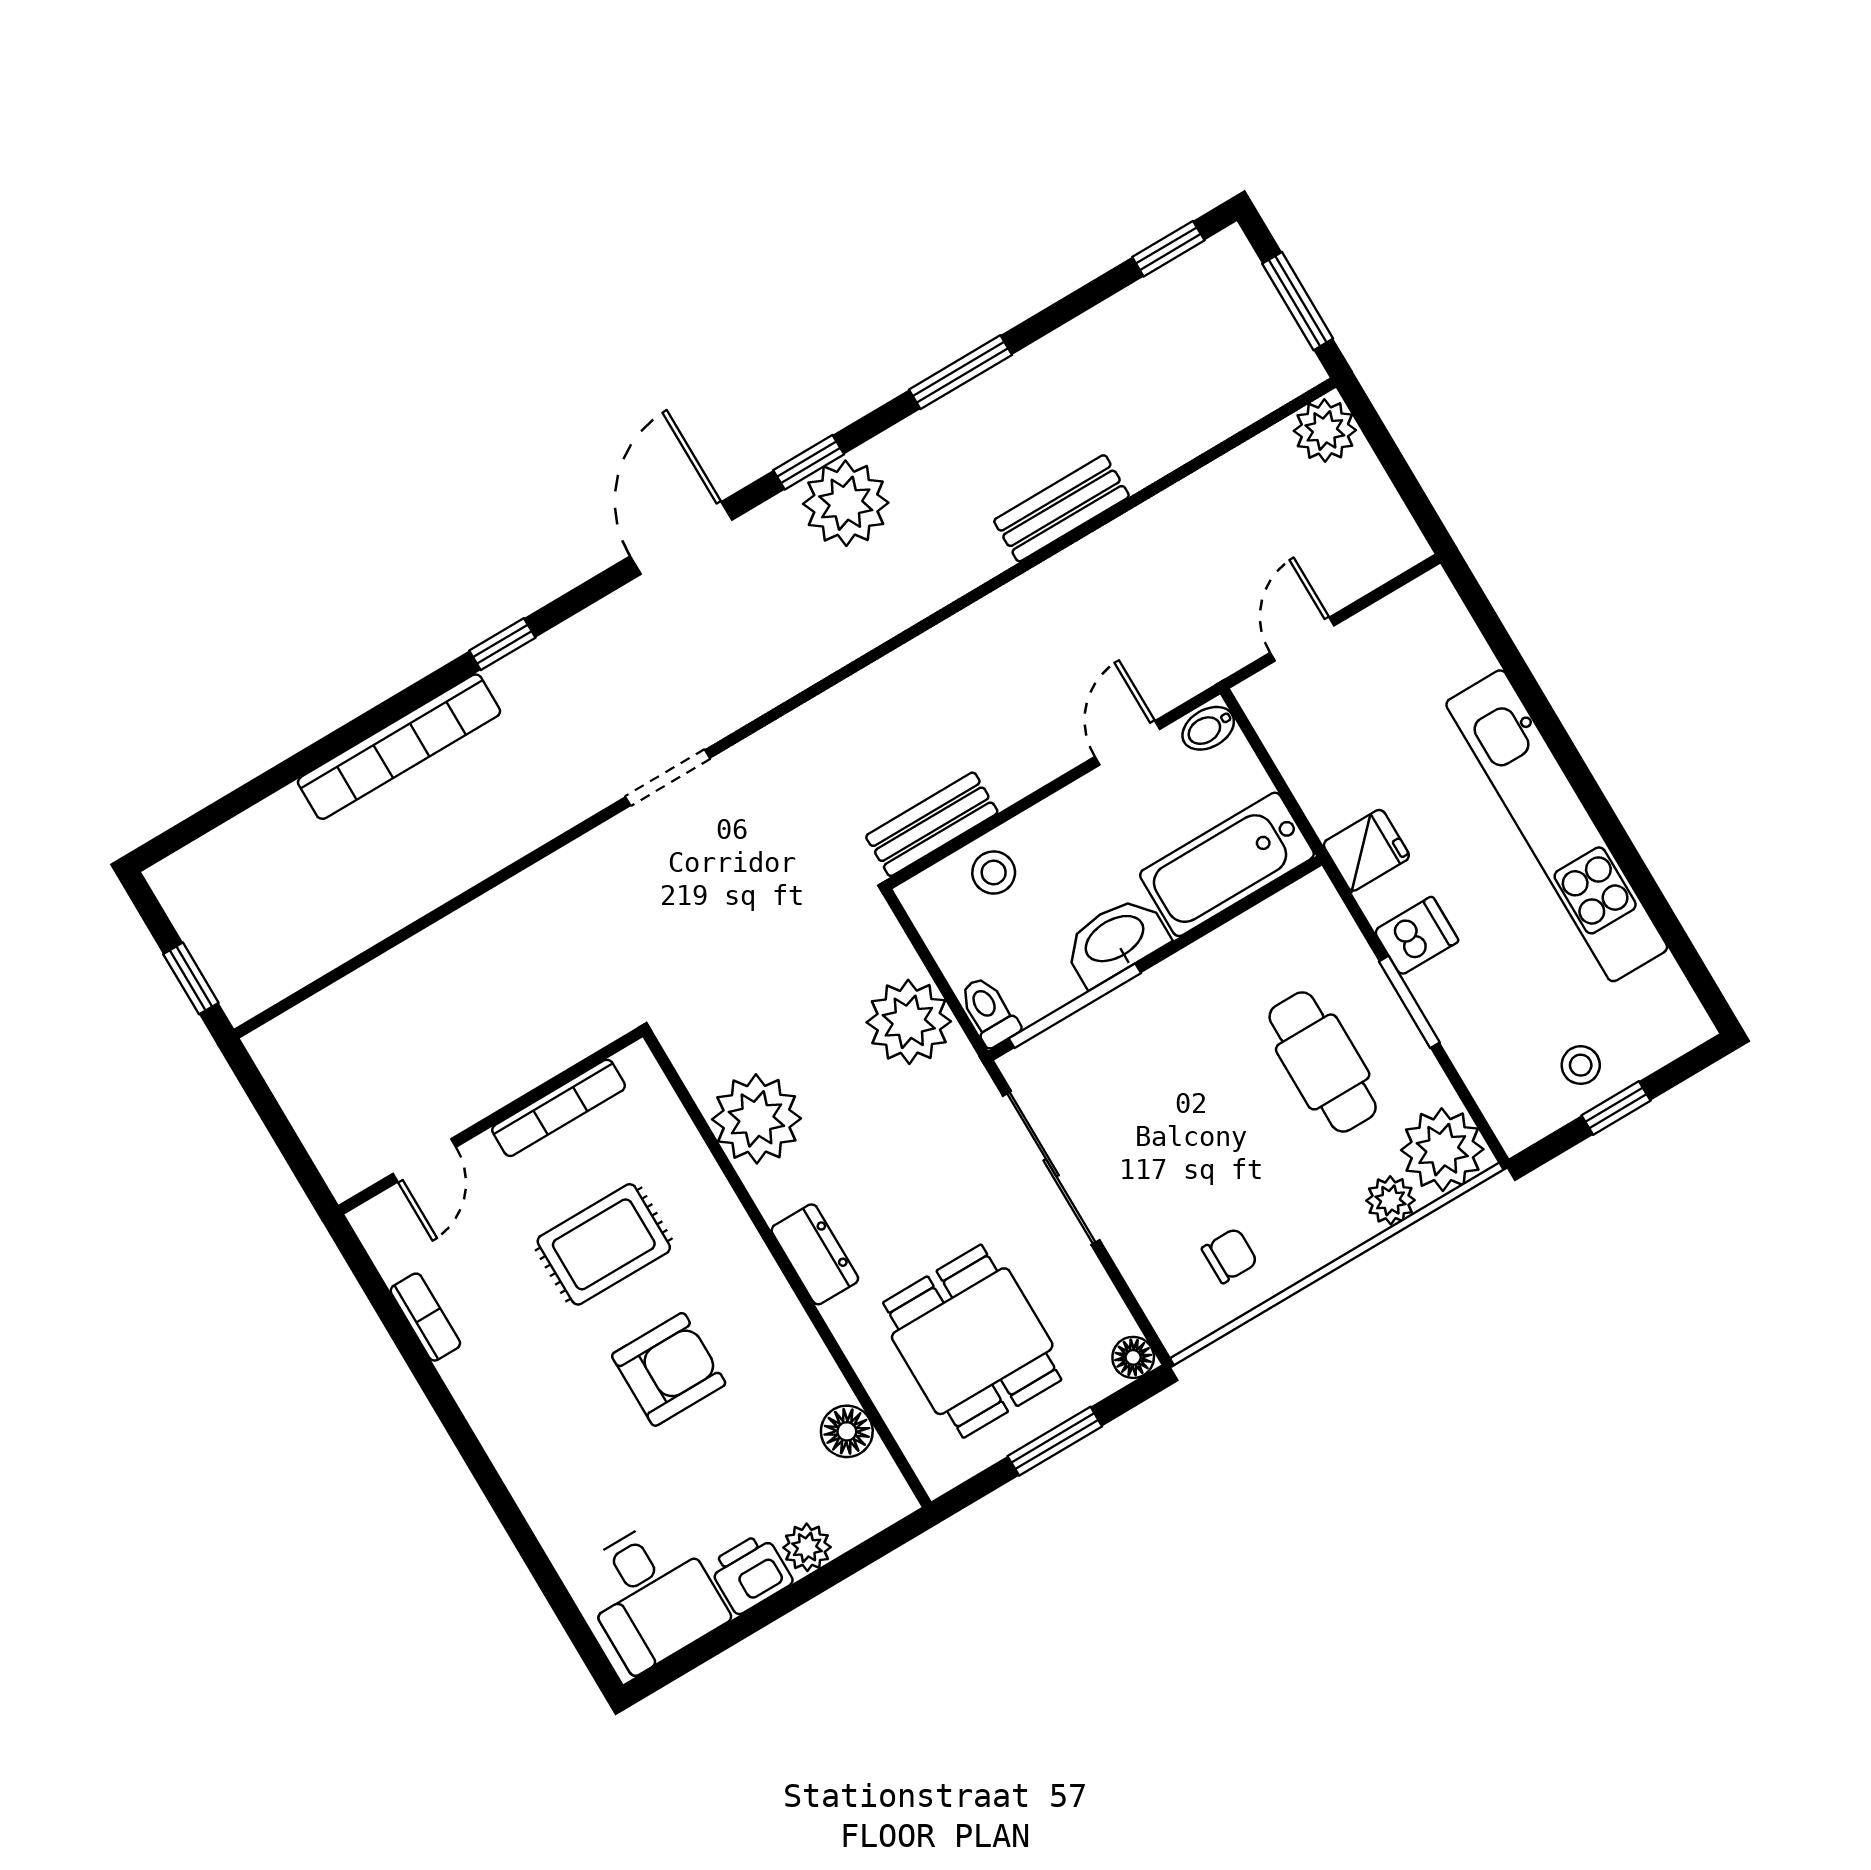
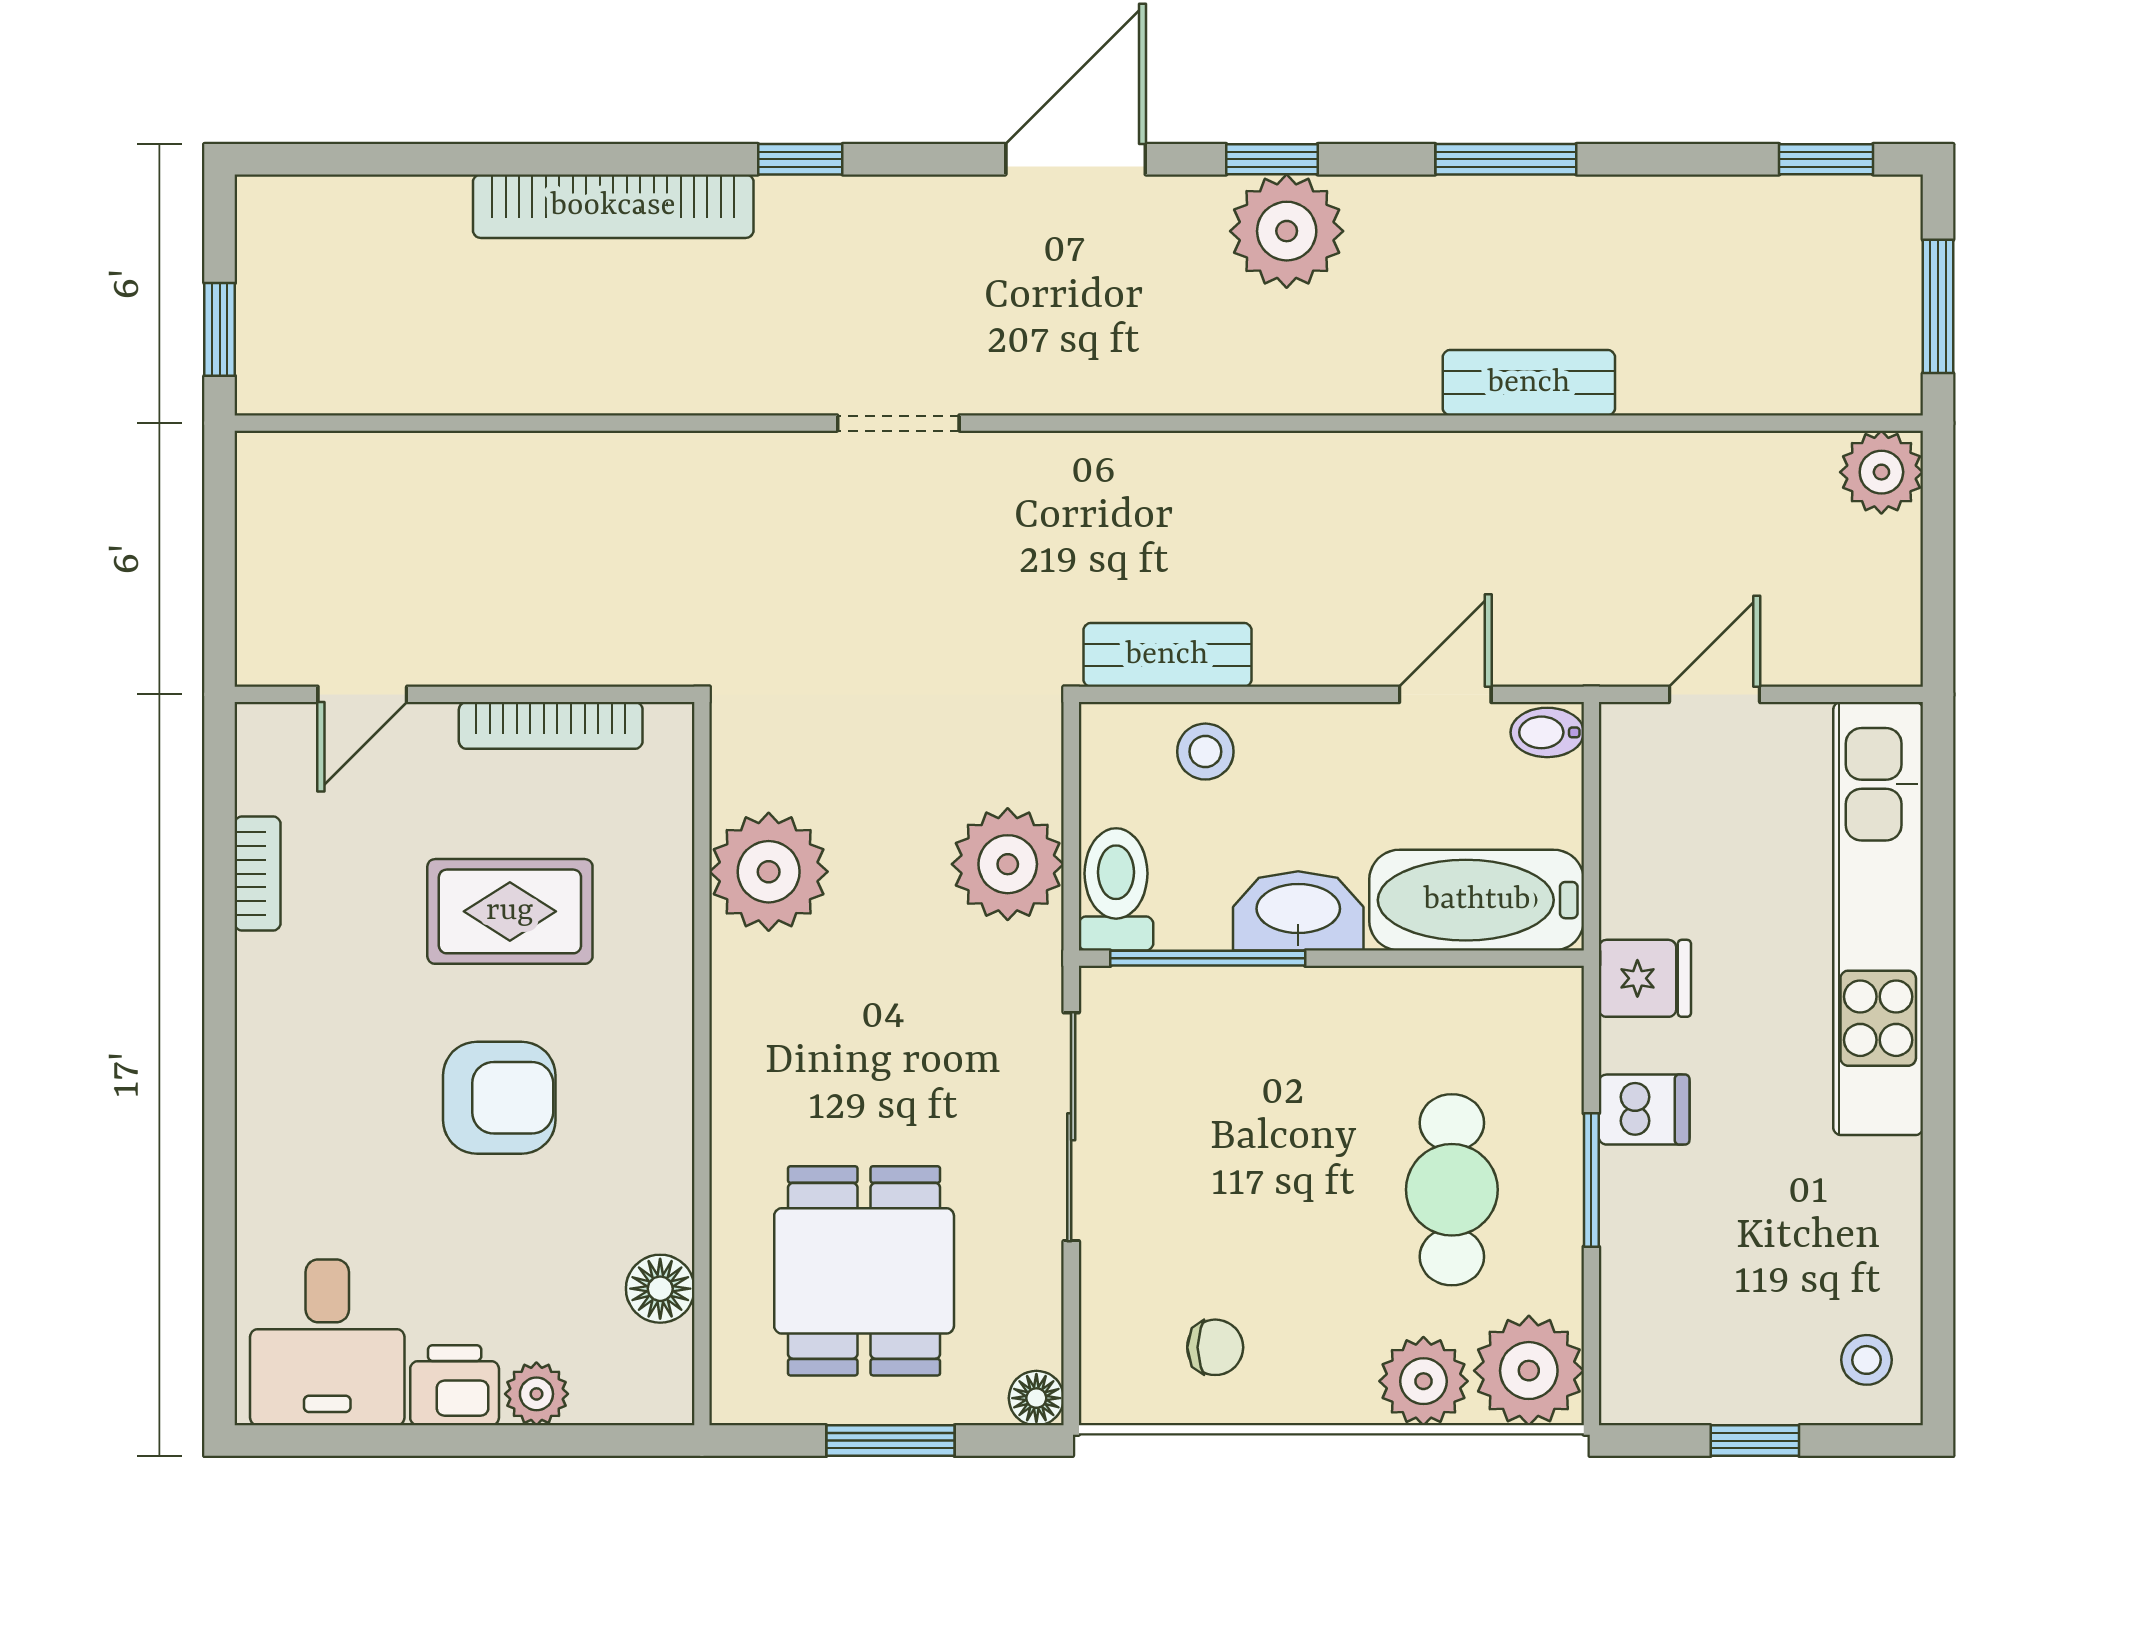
kitchen unit: (1557, 826) -> (1878, 919), moved
toilet: (989, 1011) -> (1116, 889), width x1.37, depth x1.39
stool: (1581, 1065) -> (1866, 1360), moved
plant: (1390, 1200) -> (1423, 1381), width x1.38, depth x1.38
dresser: (815, 1254) -> (744, 1065), removed

